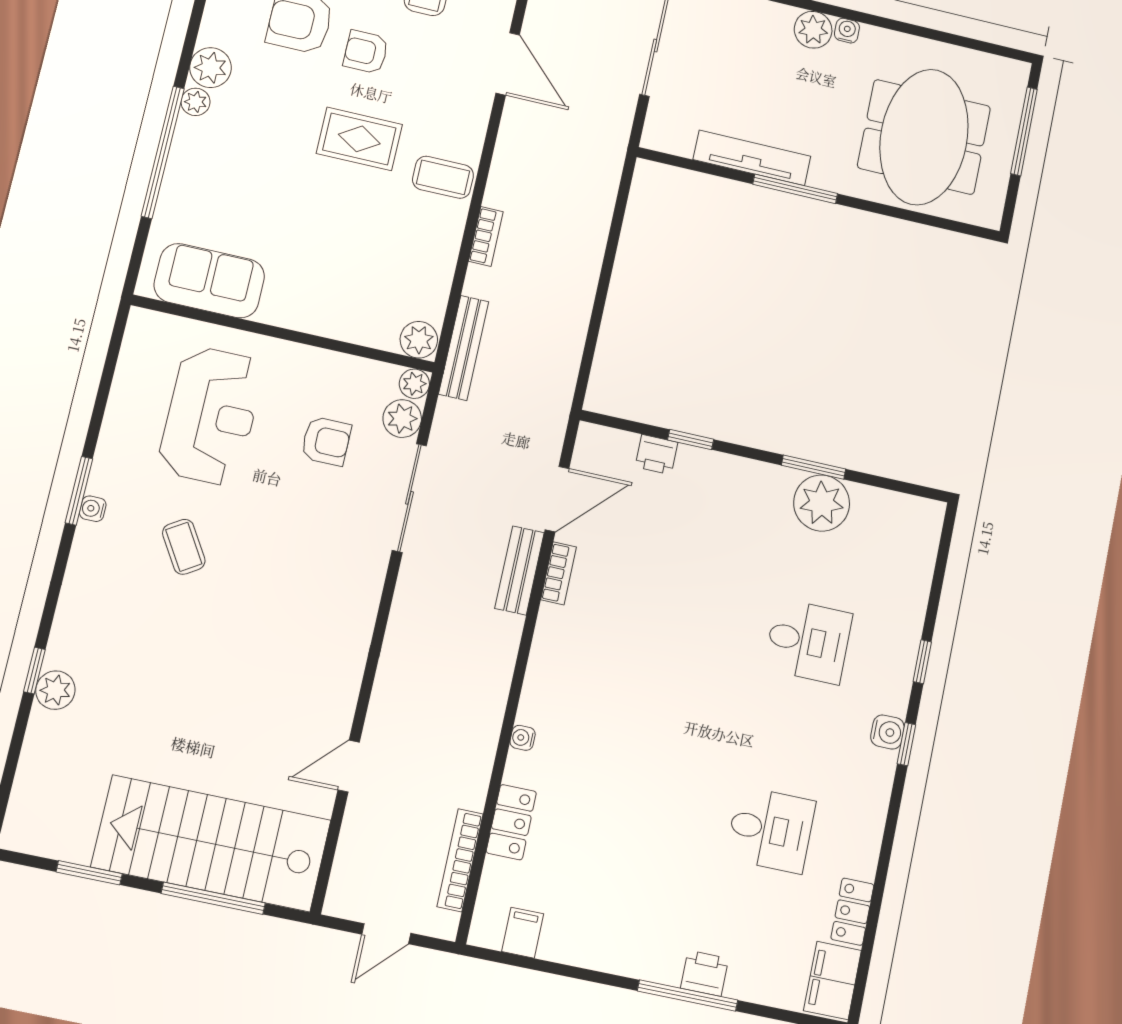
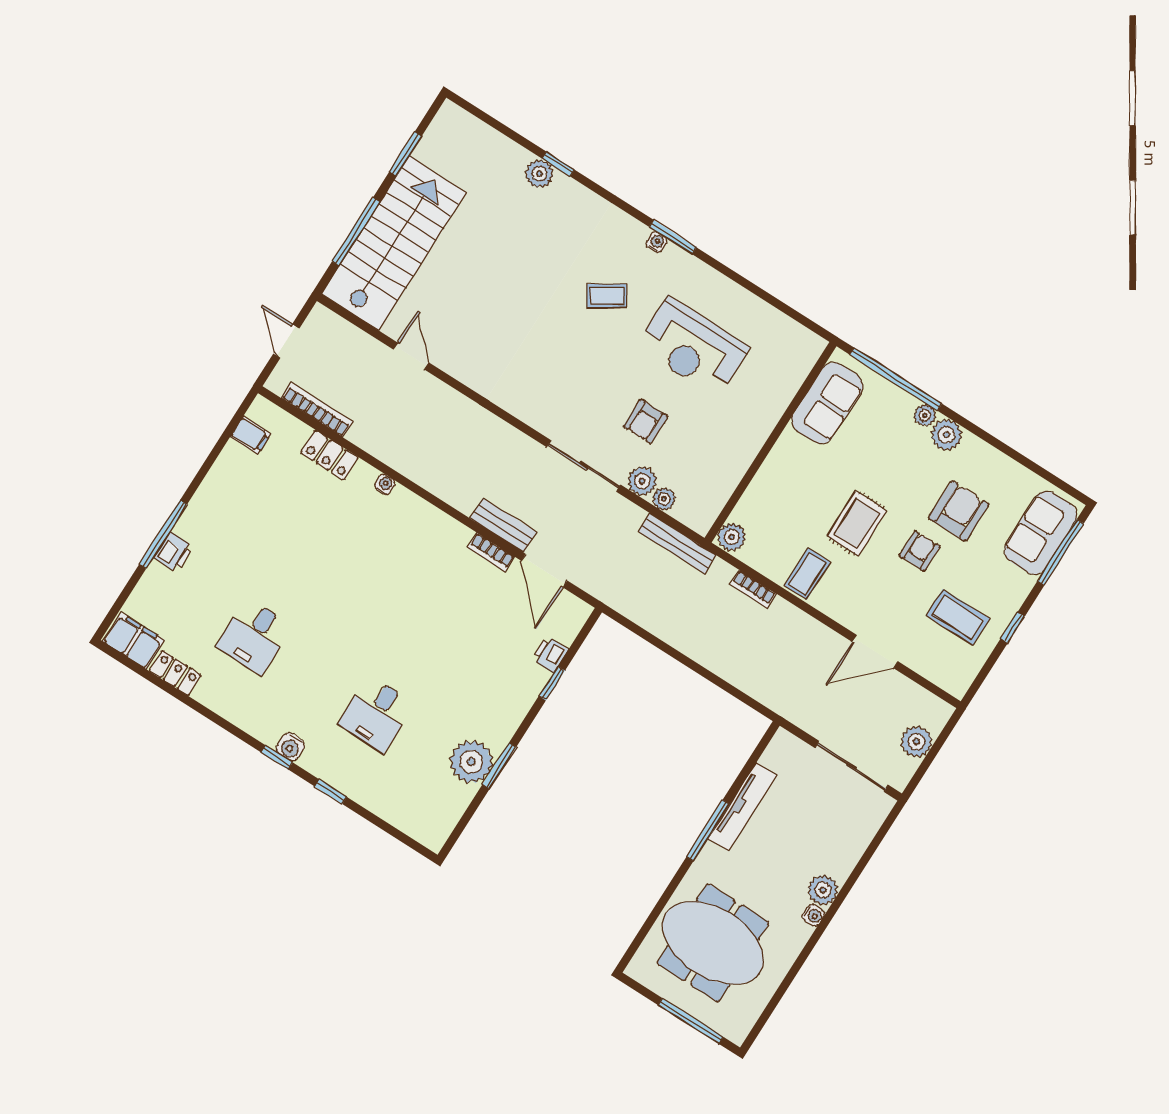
sofa: (209, 281) -> (827, 403), moved
wall: (283, 334) -> (770, 442), moved
plant: (419, 340) -> (732, 537), moved

